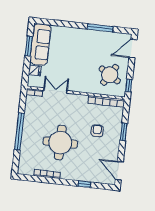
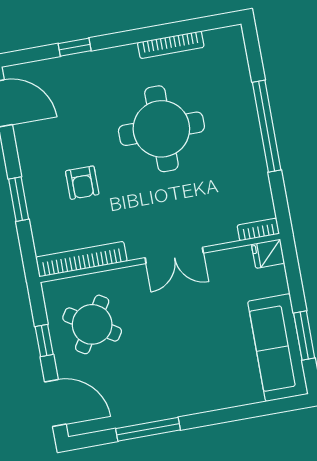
door: (133, 49) -> (55, 403), hinge flipped
fridge: (35, 70) -> (268, 254), moved
window: (129, 86) -> (44, 341), moved
double door: (55, 90) -> (174, 255), moved

